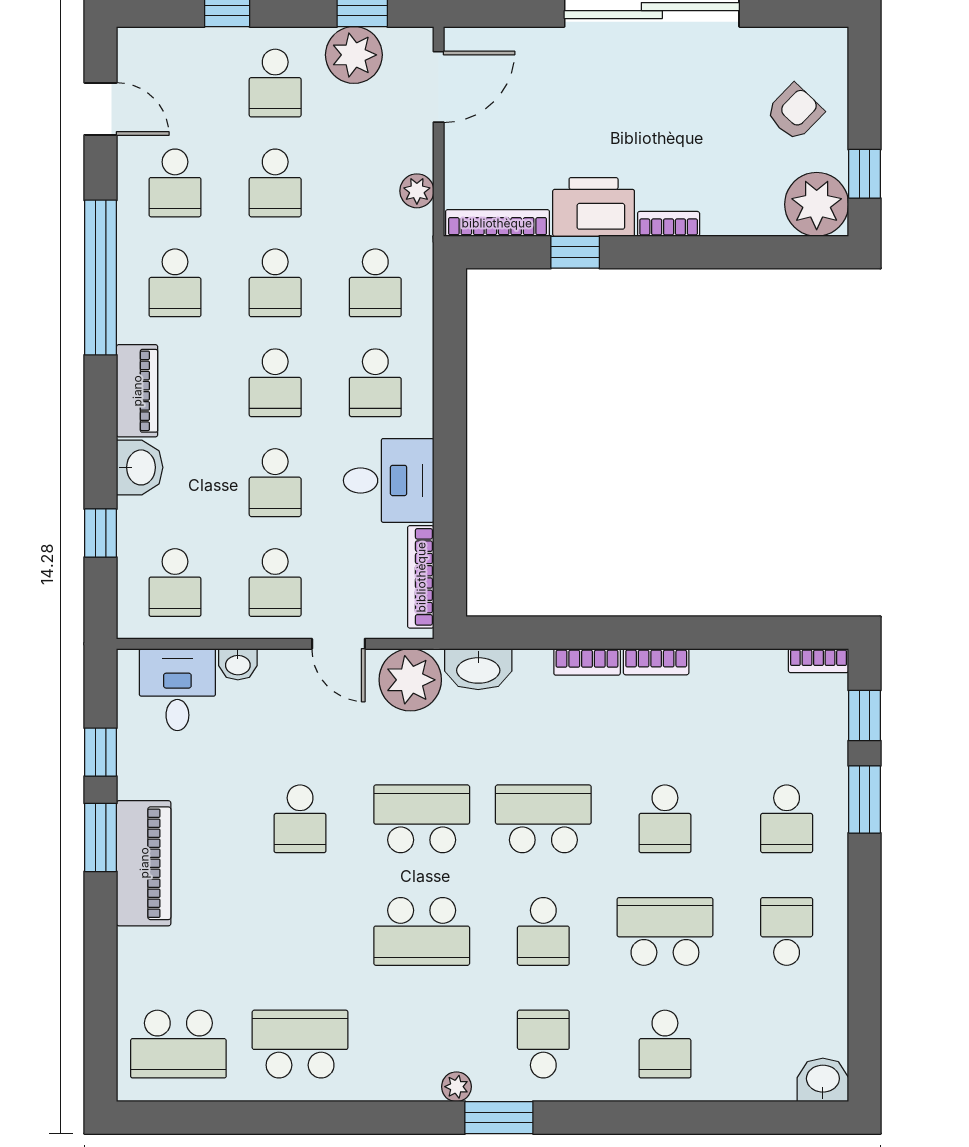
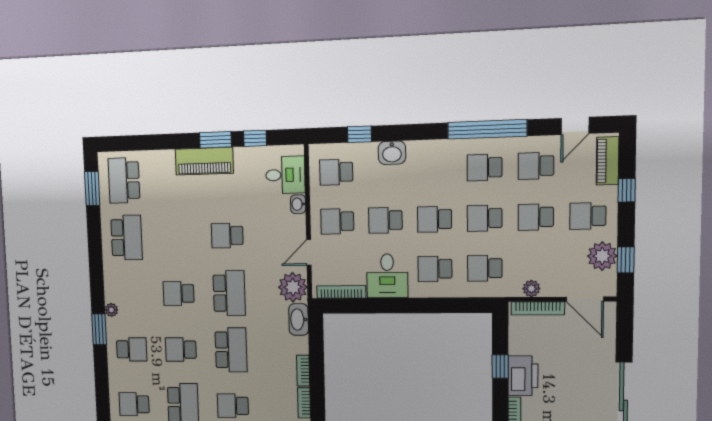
bookcase: (497, 223) -> (538, 308), moved, turned 90
piano: (137, 391) -> (608, 161), moved, turned 90
school desk: (422, 931) -> (179, 293), width x0.54
window: (194, 1118) -> (92, 189), added

